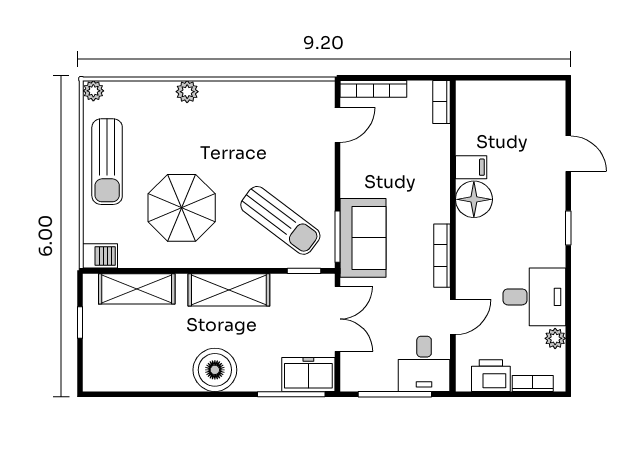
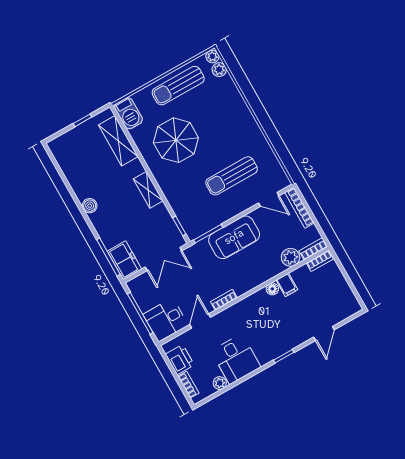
plant: (187, 92) -> (219, 70), moved
bookcase: (464, 102) -> (320, 261), added
plant: (436, 140) -> (291, 257), added
floor lamp: (474, 199) -> (272, 289), width x0.53, depth x0.53
sun lounger: (280, 220) -> (232, 176), moved, turned 53
sofa: (363, 238) -> (234, 237), moved
barbecue: (100, 256) -> (129, 113), width x1.38, depth x1.27
bookcase: (442, 256) -> (224, 300), width x0.64
shelving: (229, 290) -> (148, 190), width x0.67, depth x0.75
door: (453, 317) -> (200, 321), swing flipped
boiler: (215, 370) -> (90, 206), width x0.54, depth x0.54

